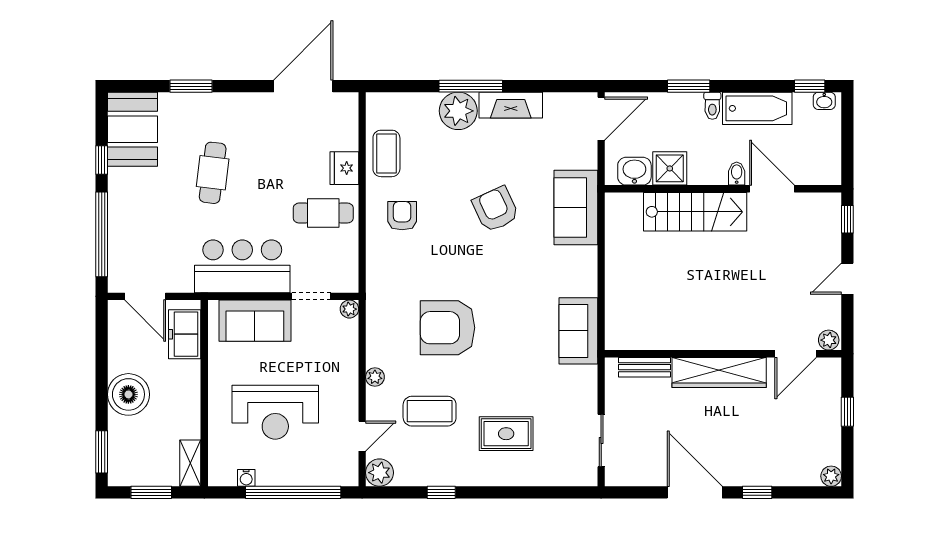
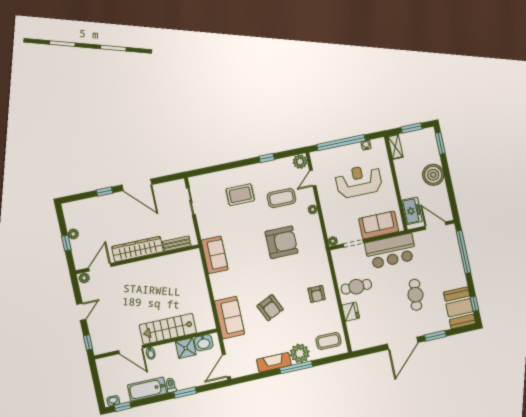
door: (303, 86) -> (403, 343), moved
coffee table: (386, 153) -> (328, 341), moved, turned 90
window: (102, 160) -> (474, 304), moved
plant: (831, 476) -> (73, 234), moved

